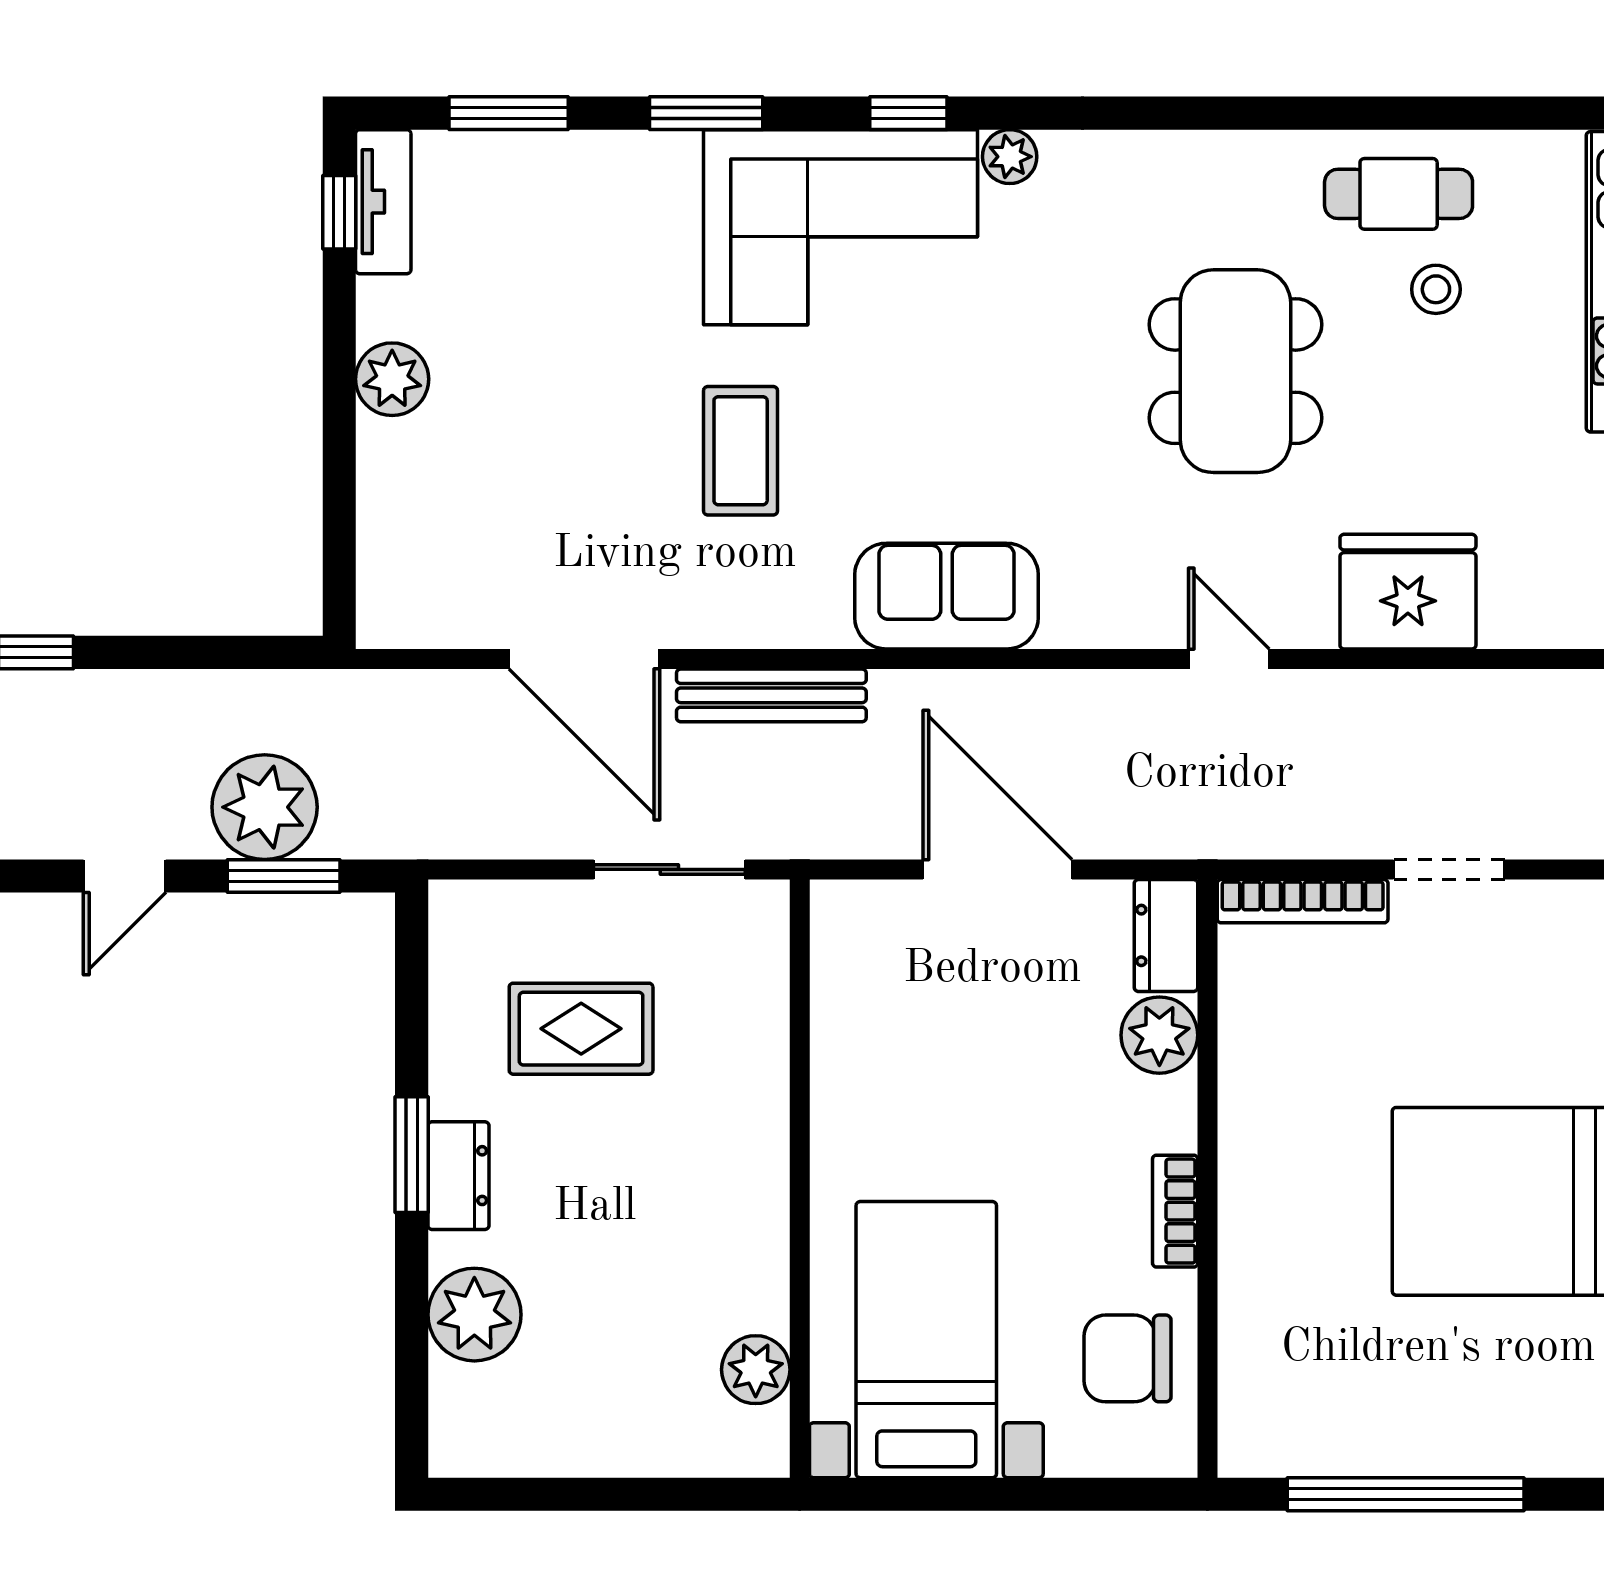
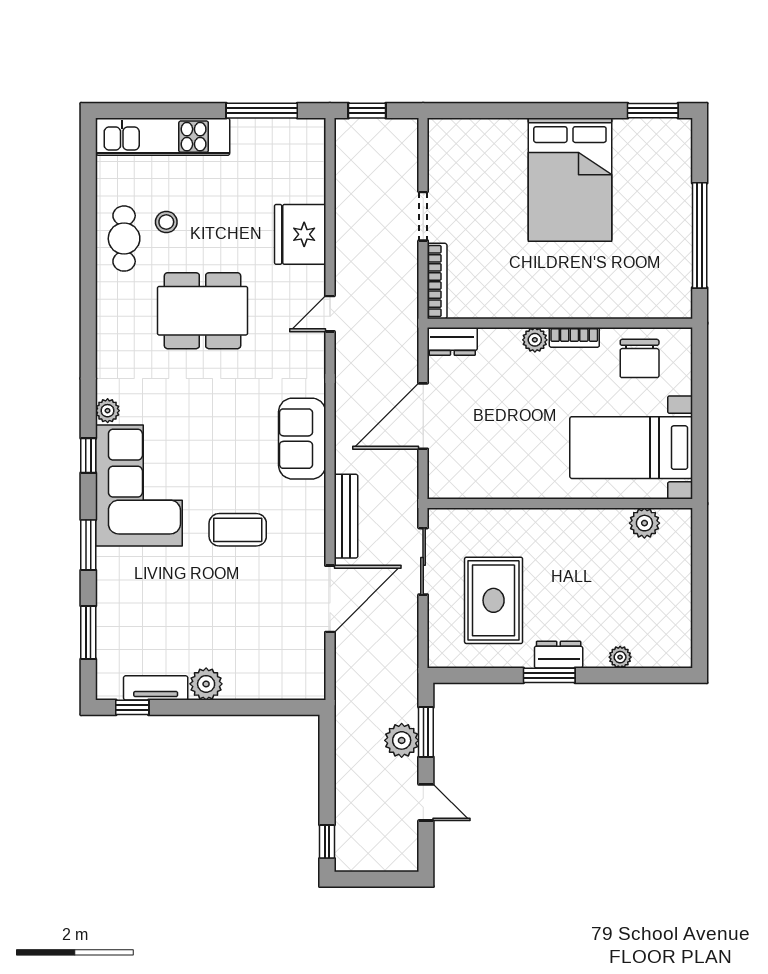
tv unit: (383, 202) -> (156, 688), moved
plant: (265, 807) -> (402, 740), width x0.73, depth x0.73
rug: (581, 1029) -> (494, 600), width x1.36, depth x1.43
plant: (1159, 1035) -> (535, 340), moved, width x0.73, depth x0.73
plant: (474, 1315) -> (620, 657), width x0.53, depth x0.53

